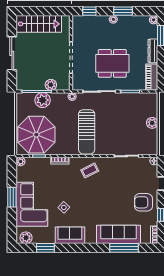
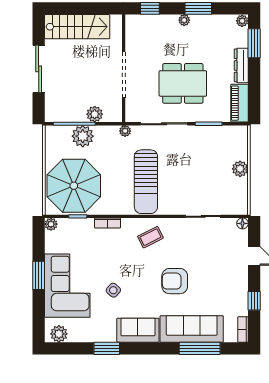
armchair: (143, 202) -> (175, 281), moved
sofa: (70, 235) -> (138, 330), moved
window: (45, 248) -> (107, 348), moved

